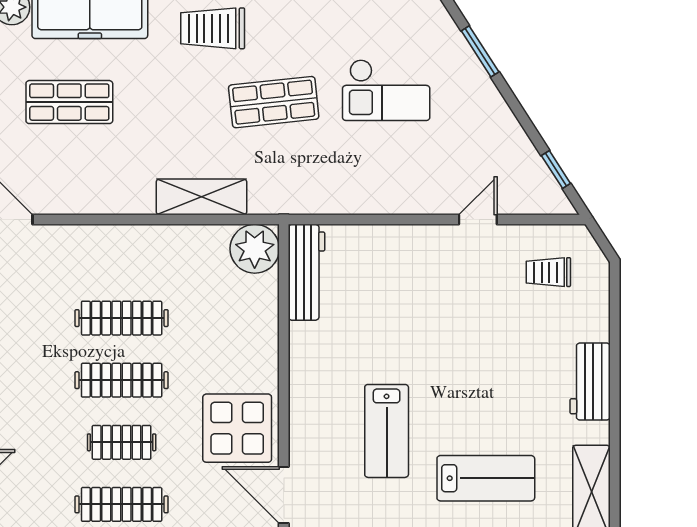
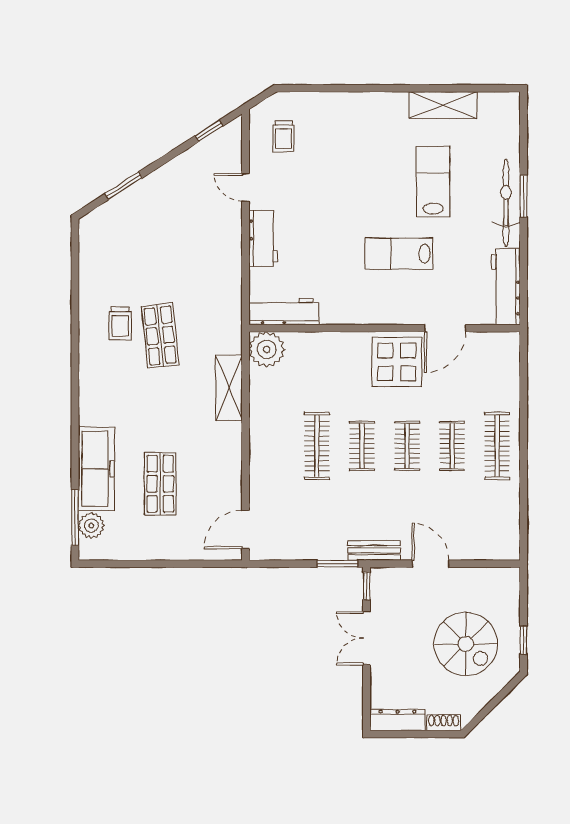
trolley: (213, 28) -> (120, 323), moved, width x0.73, depth x0.72
checkout: (386, 90) -> (152, 254), removed
clothes rail: (122, 380) -> (362, 446), width x0.73
workbench: (590, 382) -> (263, 238), moved, turned -90
lab bench: (387, 431) -> (399, 254), turned 180
clothes rail: (122, 504) -> (452, 446), width x0.73

